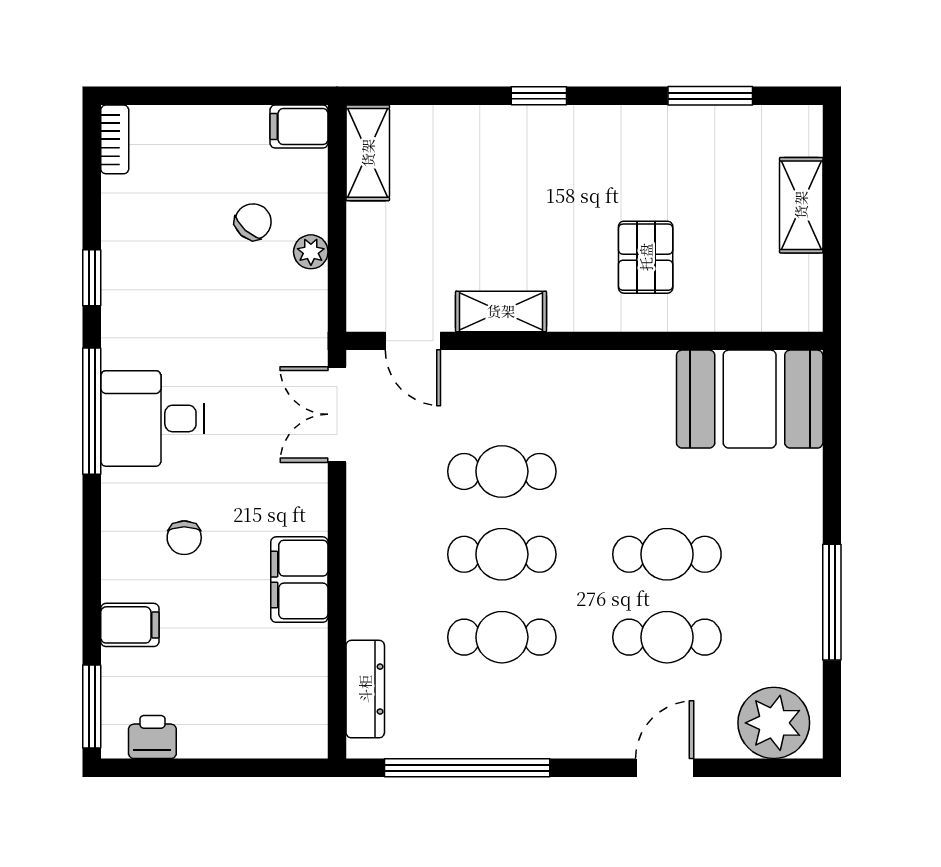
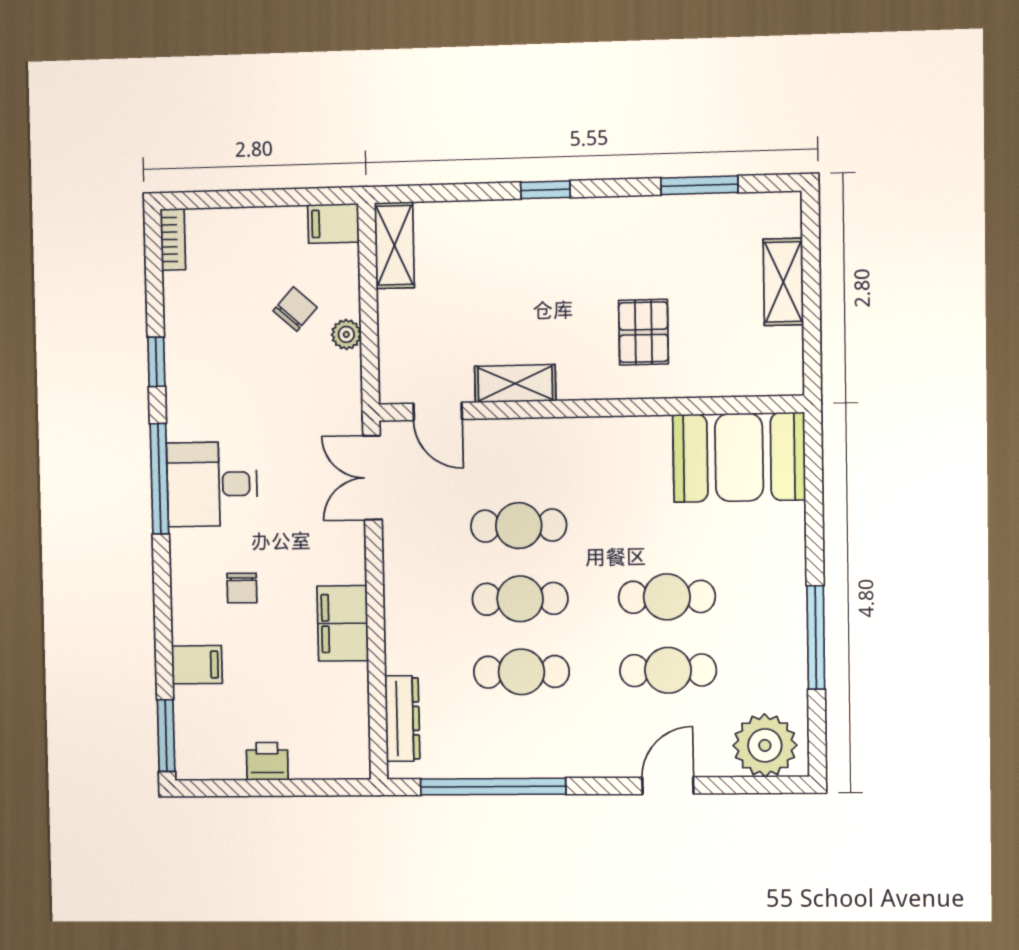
printer: (152, 737) -> (267, 761), moved

